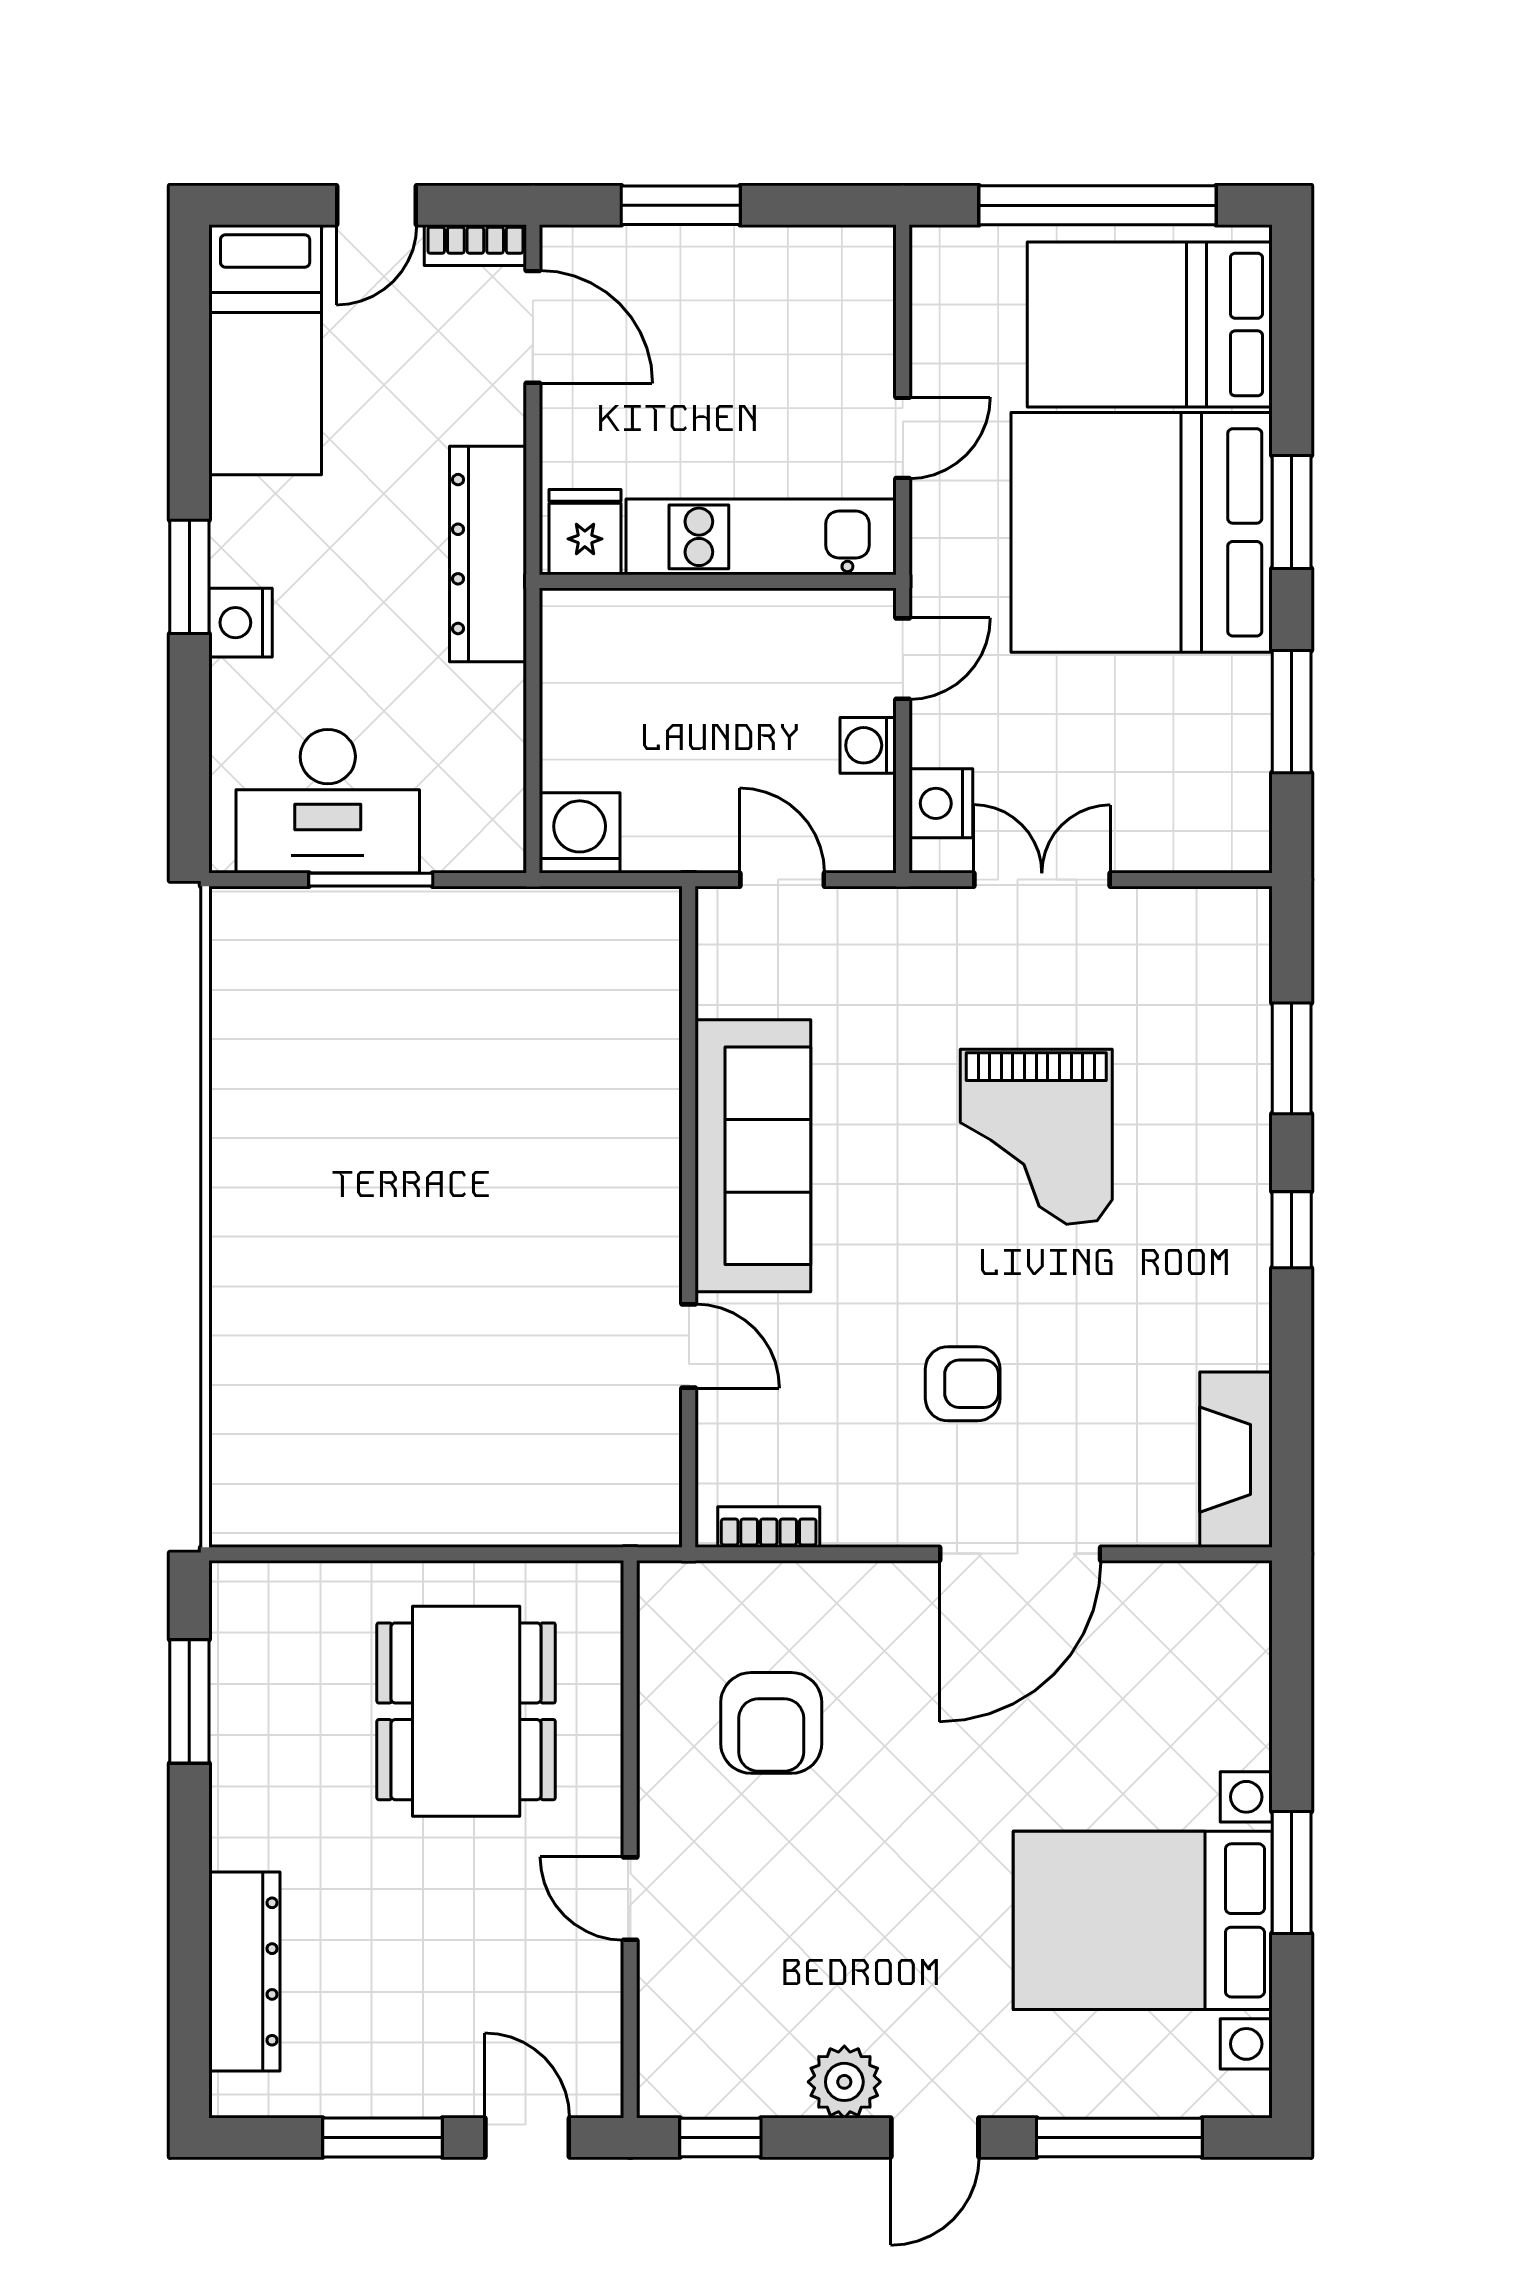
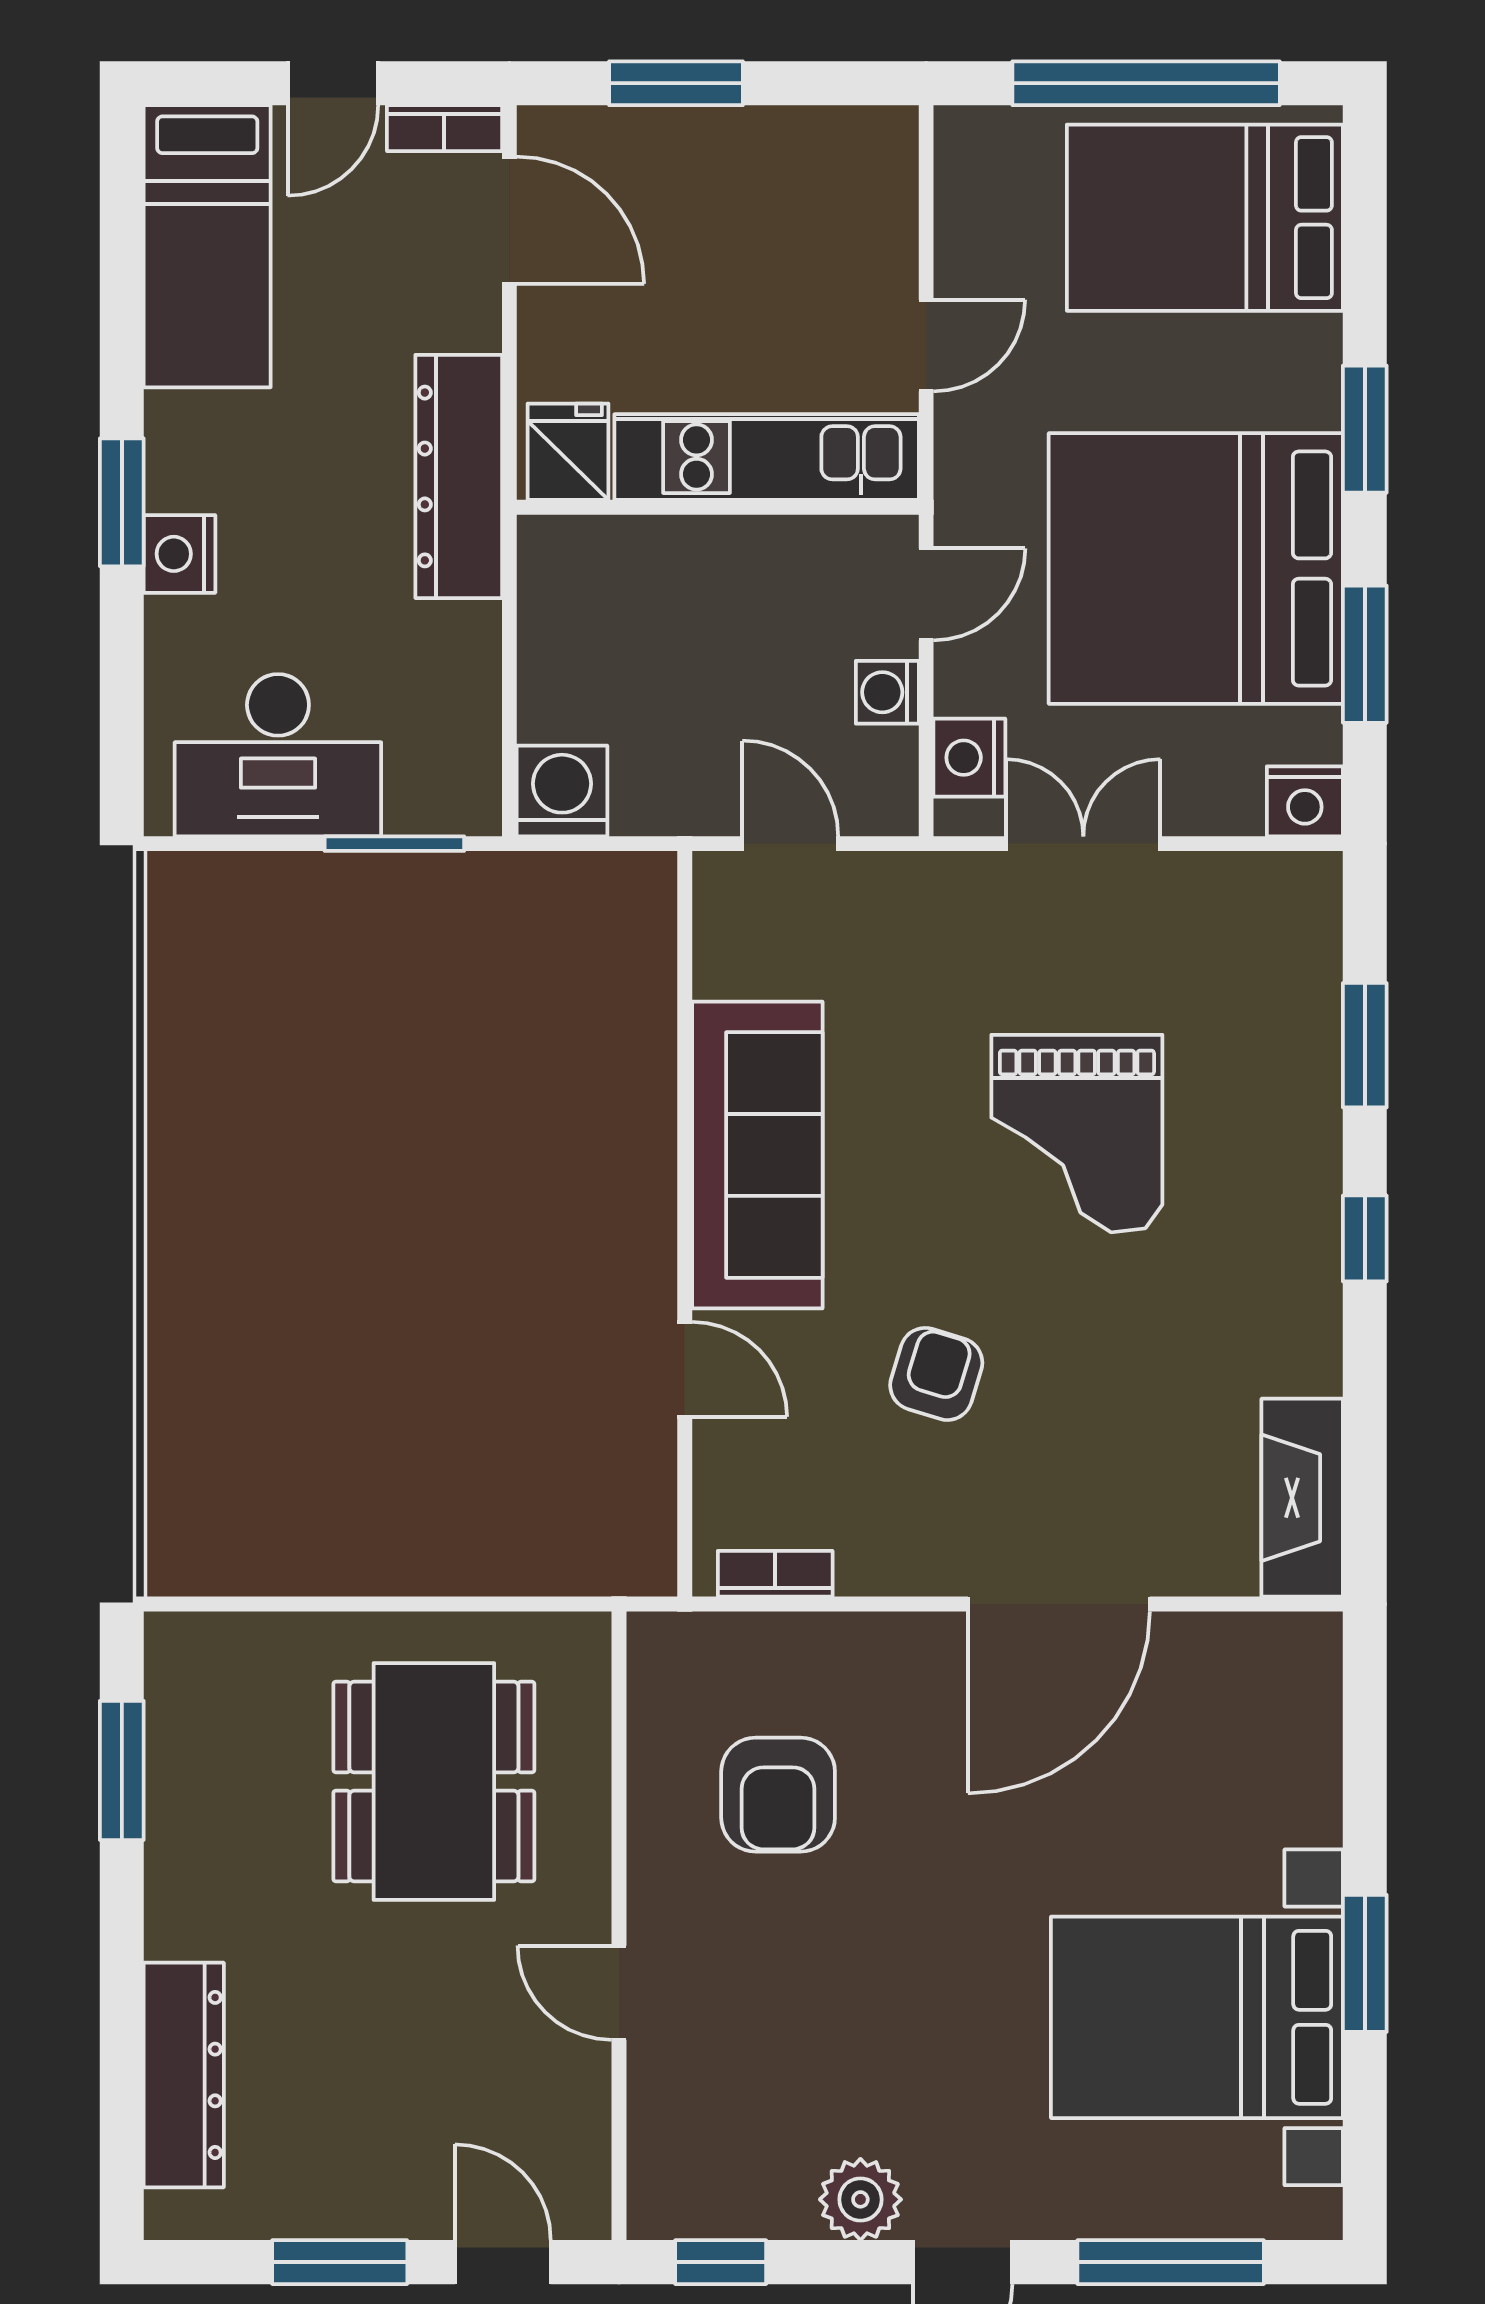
bed: (1142, 532) -> (1196, 569), moved
nightstand: (1238, 842) -> (1305, 801), added
window: (371, 880) -> (394, 844), moved
armchair: (963, 1384) -> (936, 1374), moved, turned -73

